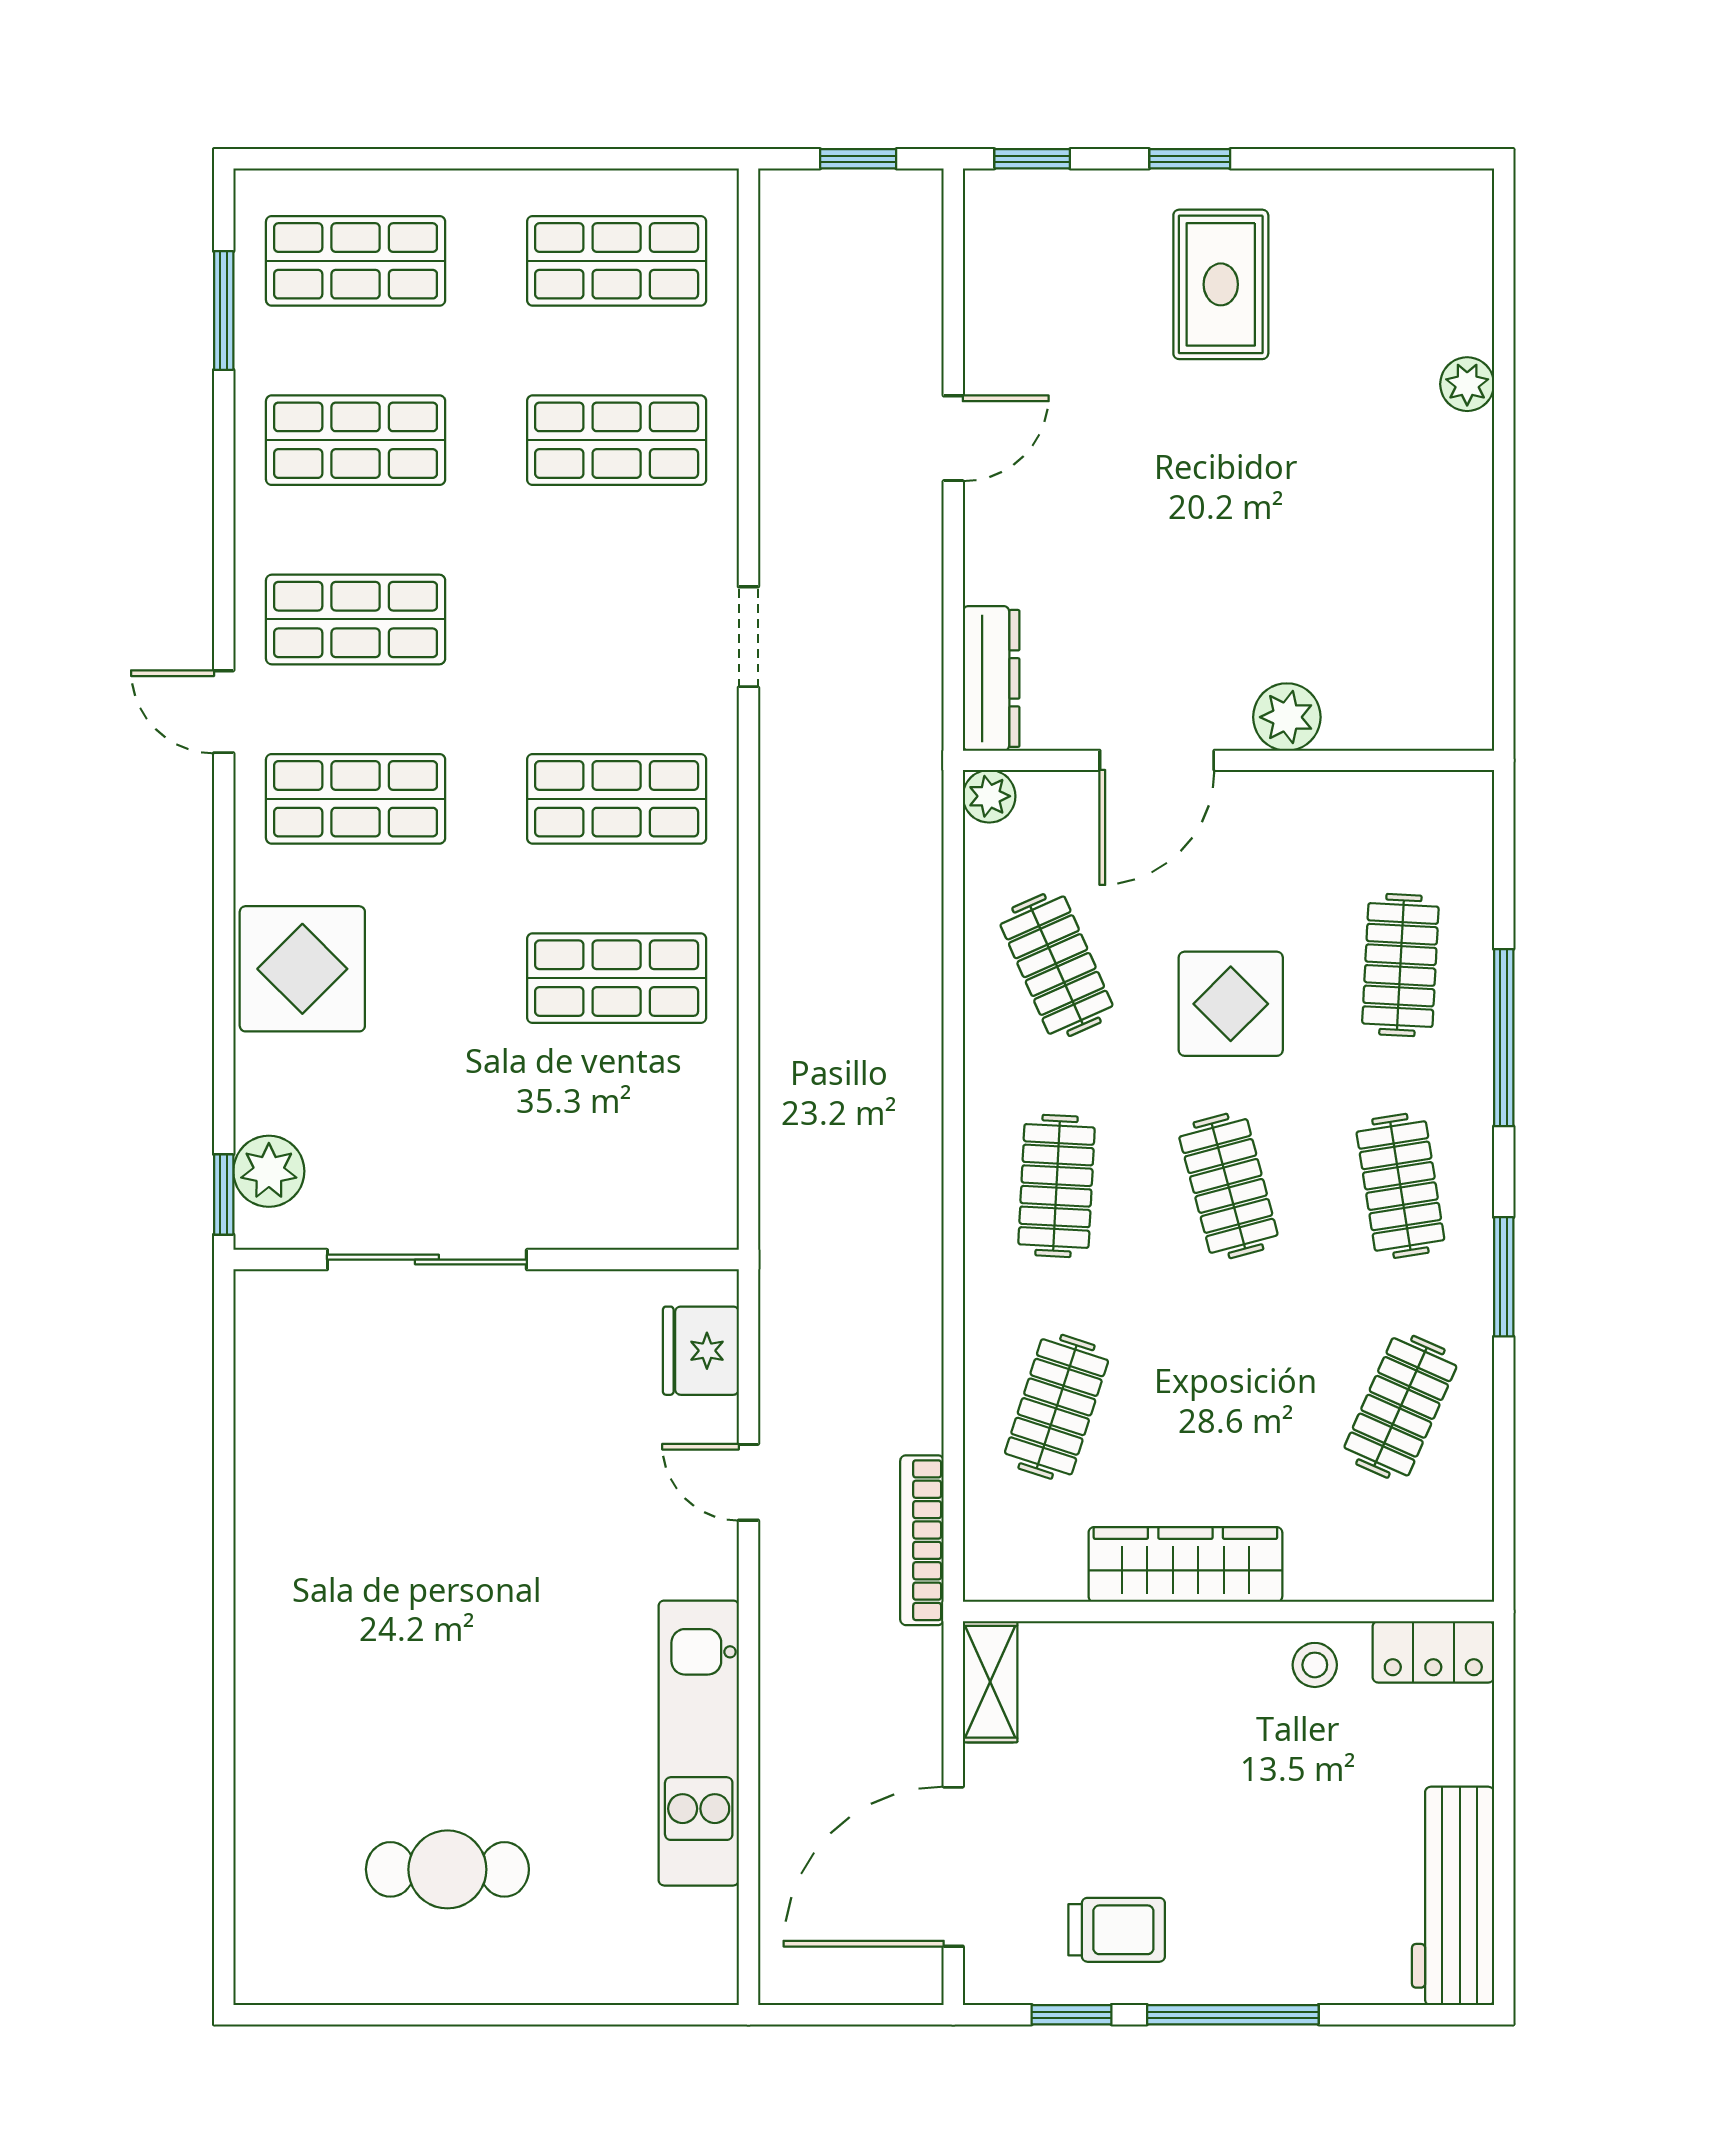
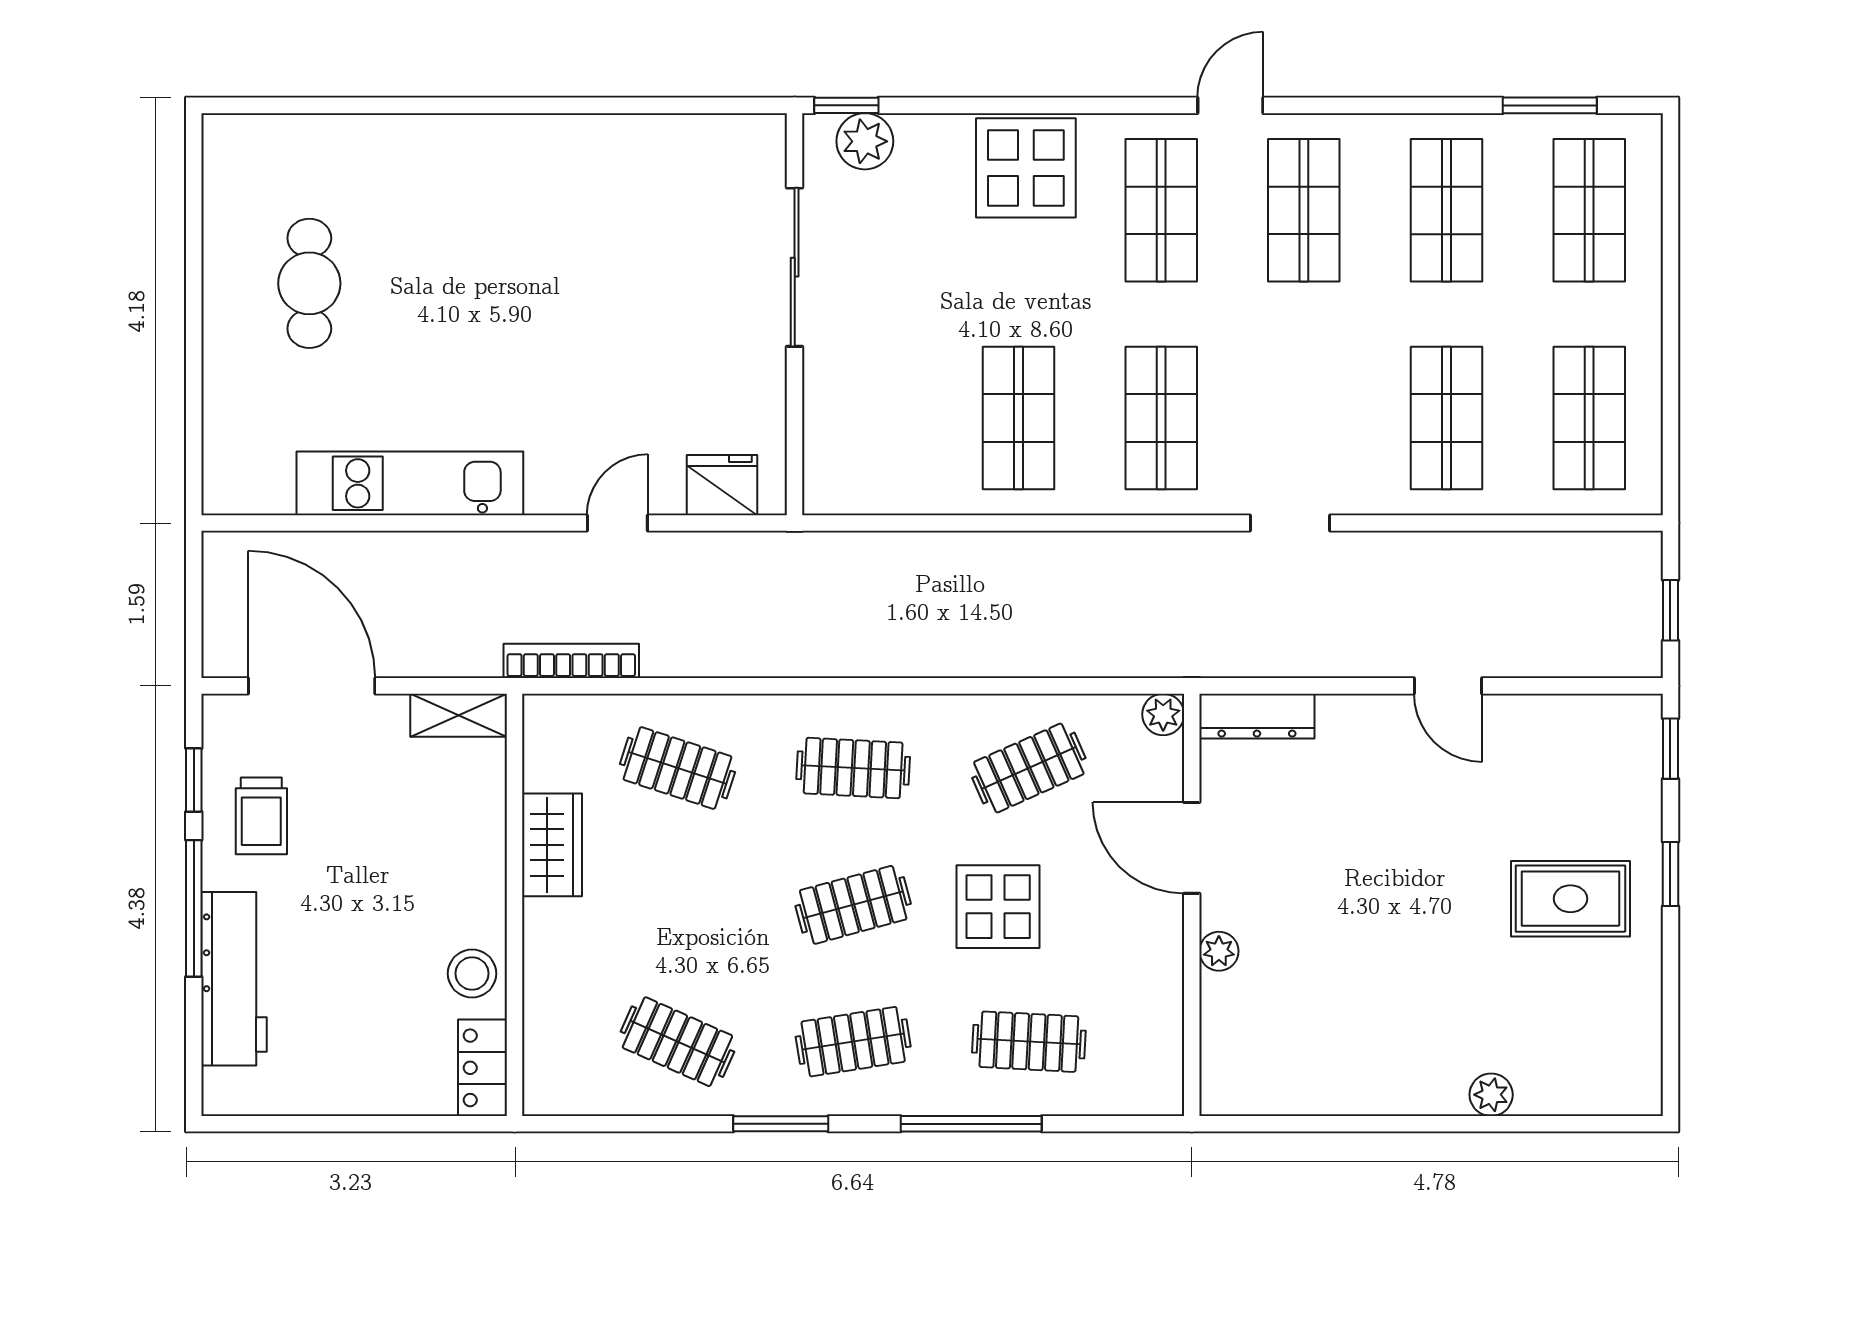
plant: (1287, 717) -> (1219, 951), width x0.73, depth x0.73
wardrobe: (1185, 1564) -> (552, 845), width x0.67
stool: (1315, 1665) -> (472, 973), width x1.37, depth x1.37
workbench: (1453, 1896) -> (234, 979), moved, turned 90

